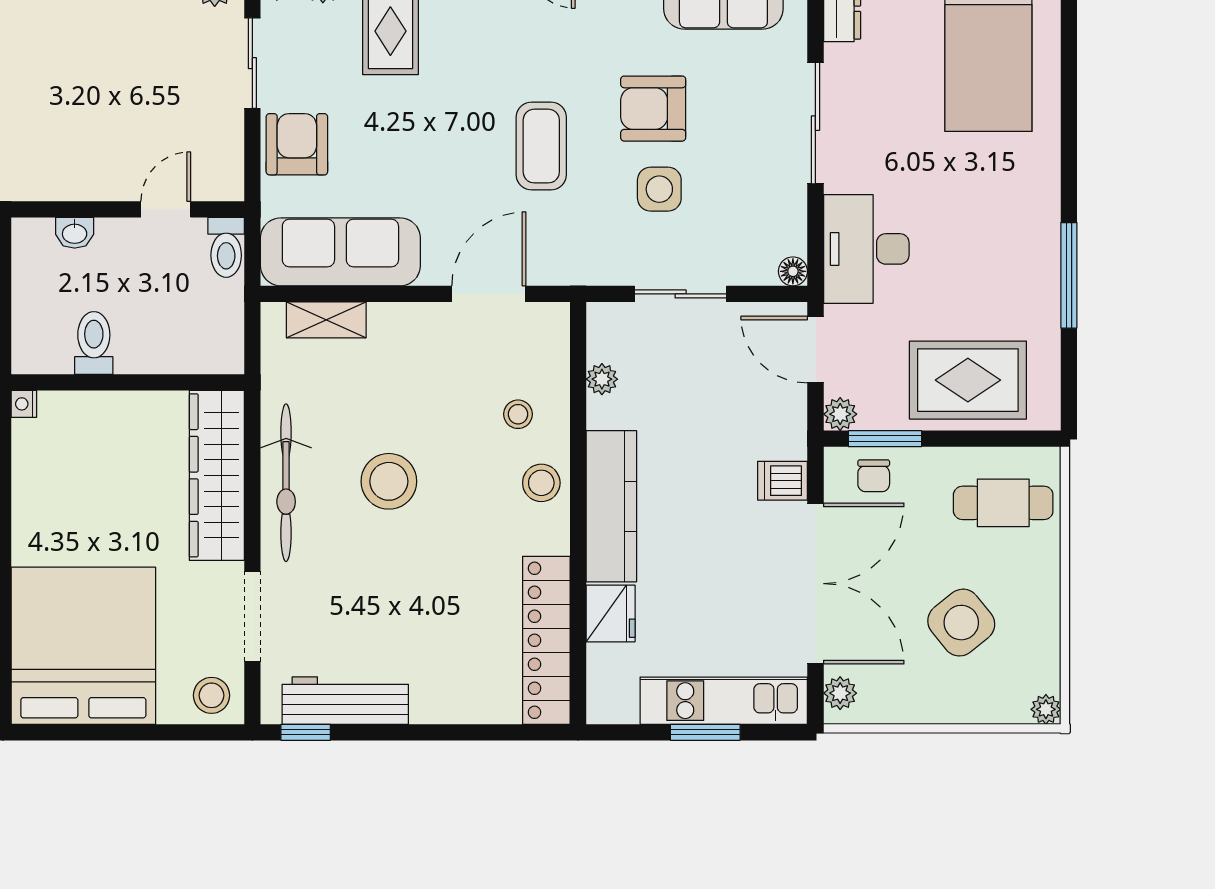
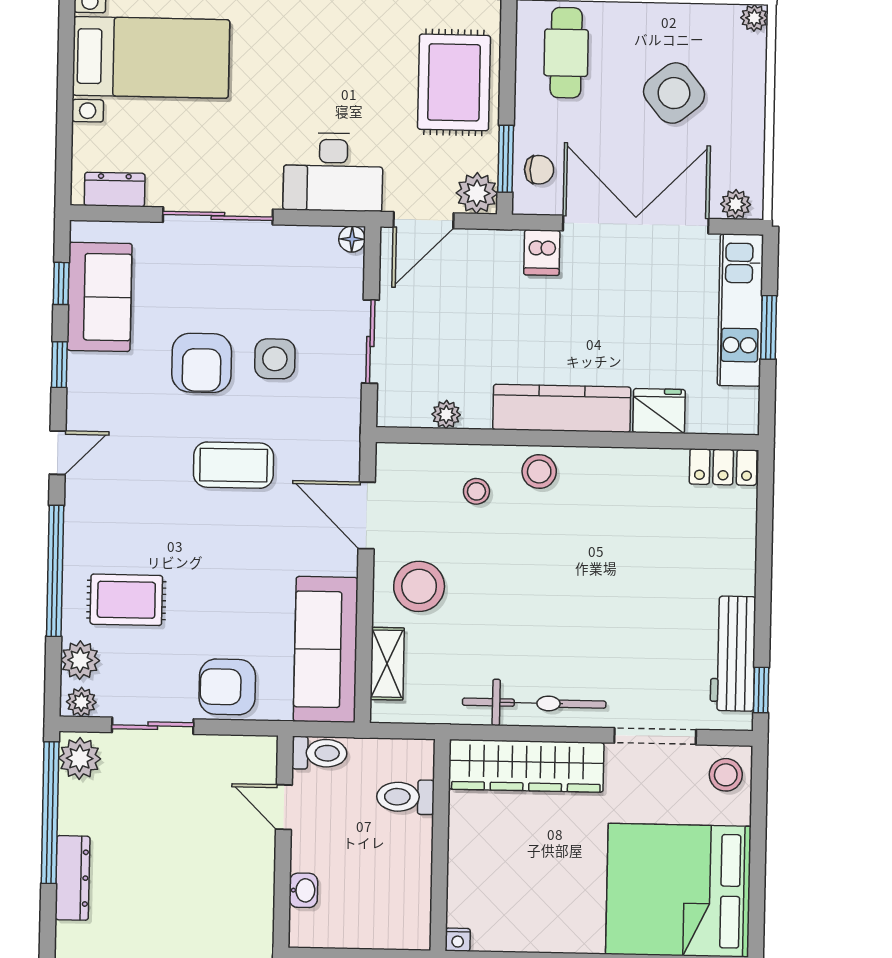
toilet: (94, 343) -> (405, 797), moved
plant: (840, 414) -> (477, 193), width x1.38, depth x1.38
stool: (389, 481) -> (419, 586), moved
locker: (546, 640) -> (723, 467), width x0.46, depth x0.83

